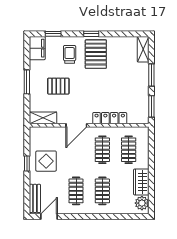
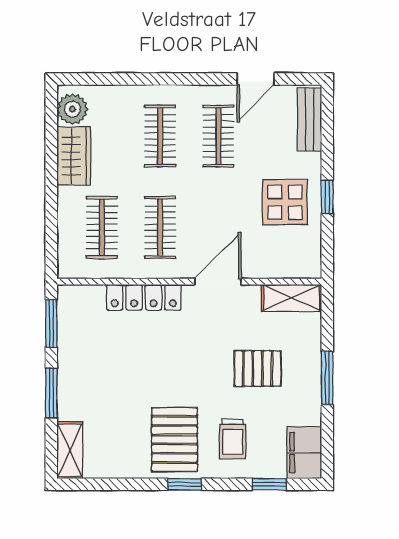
door: (49, 217) -> (256, 79), moved

